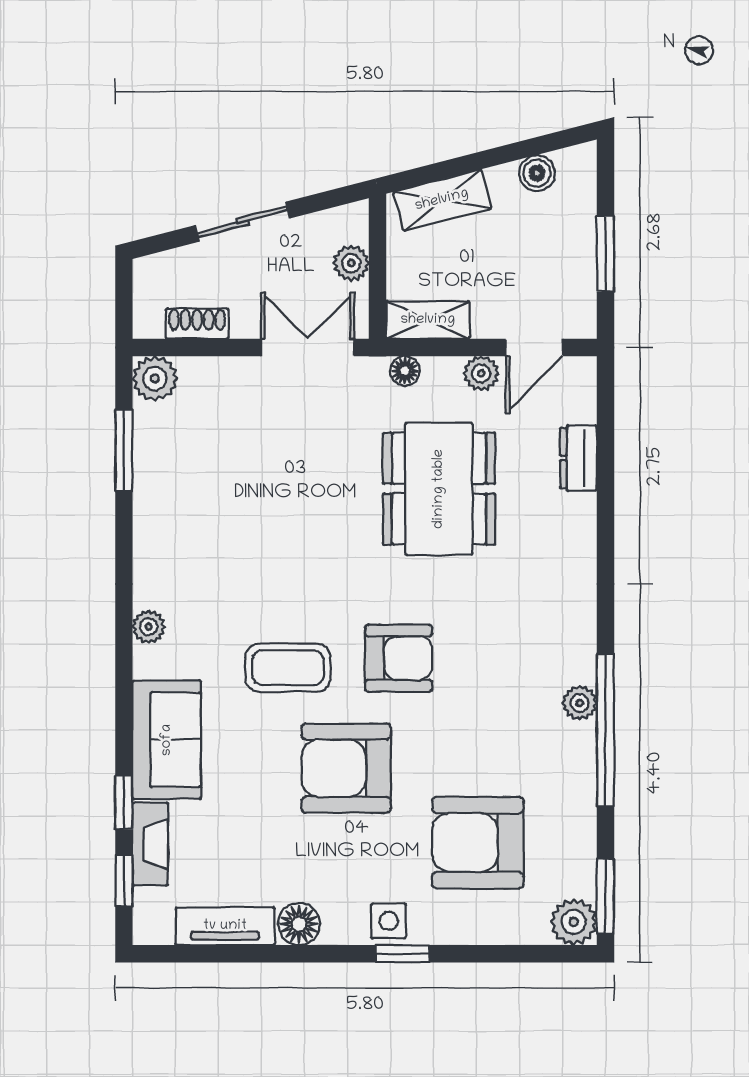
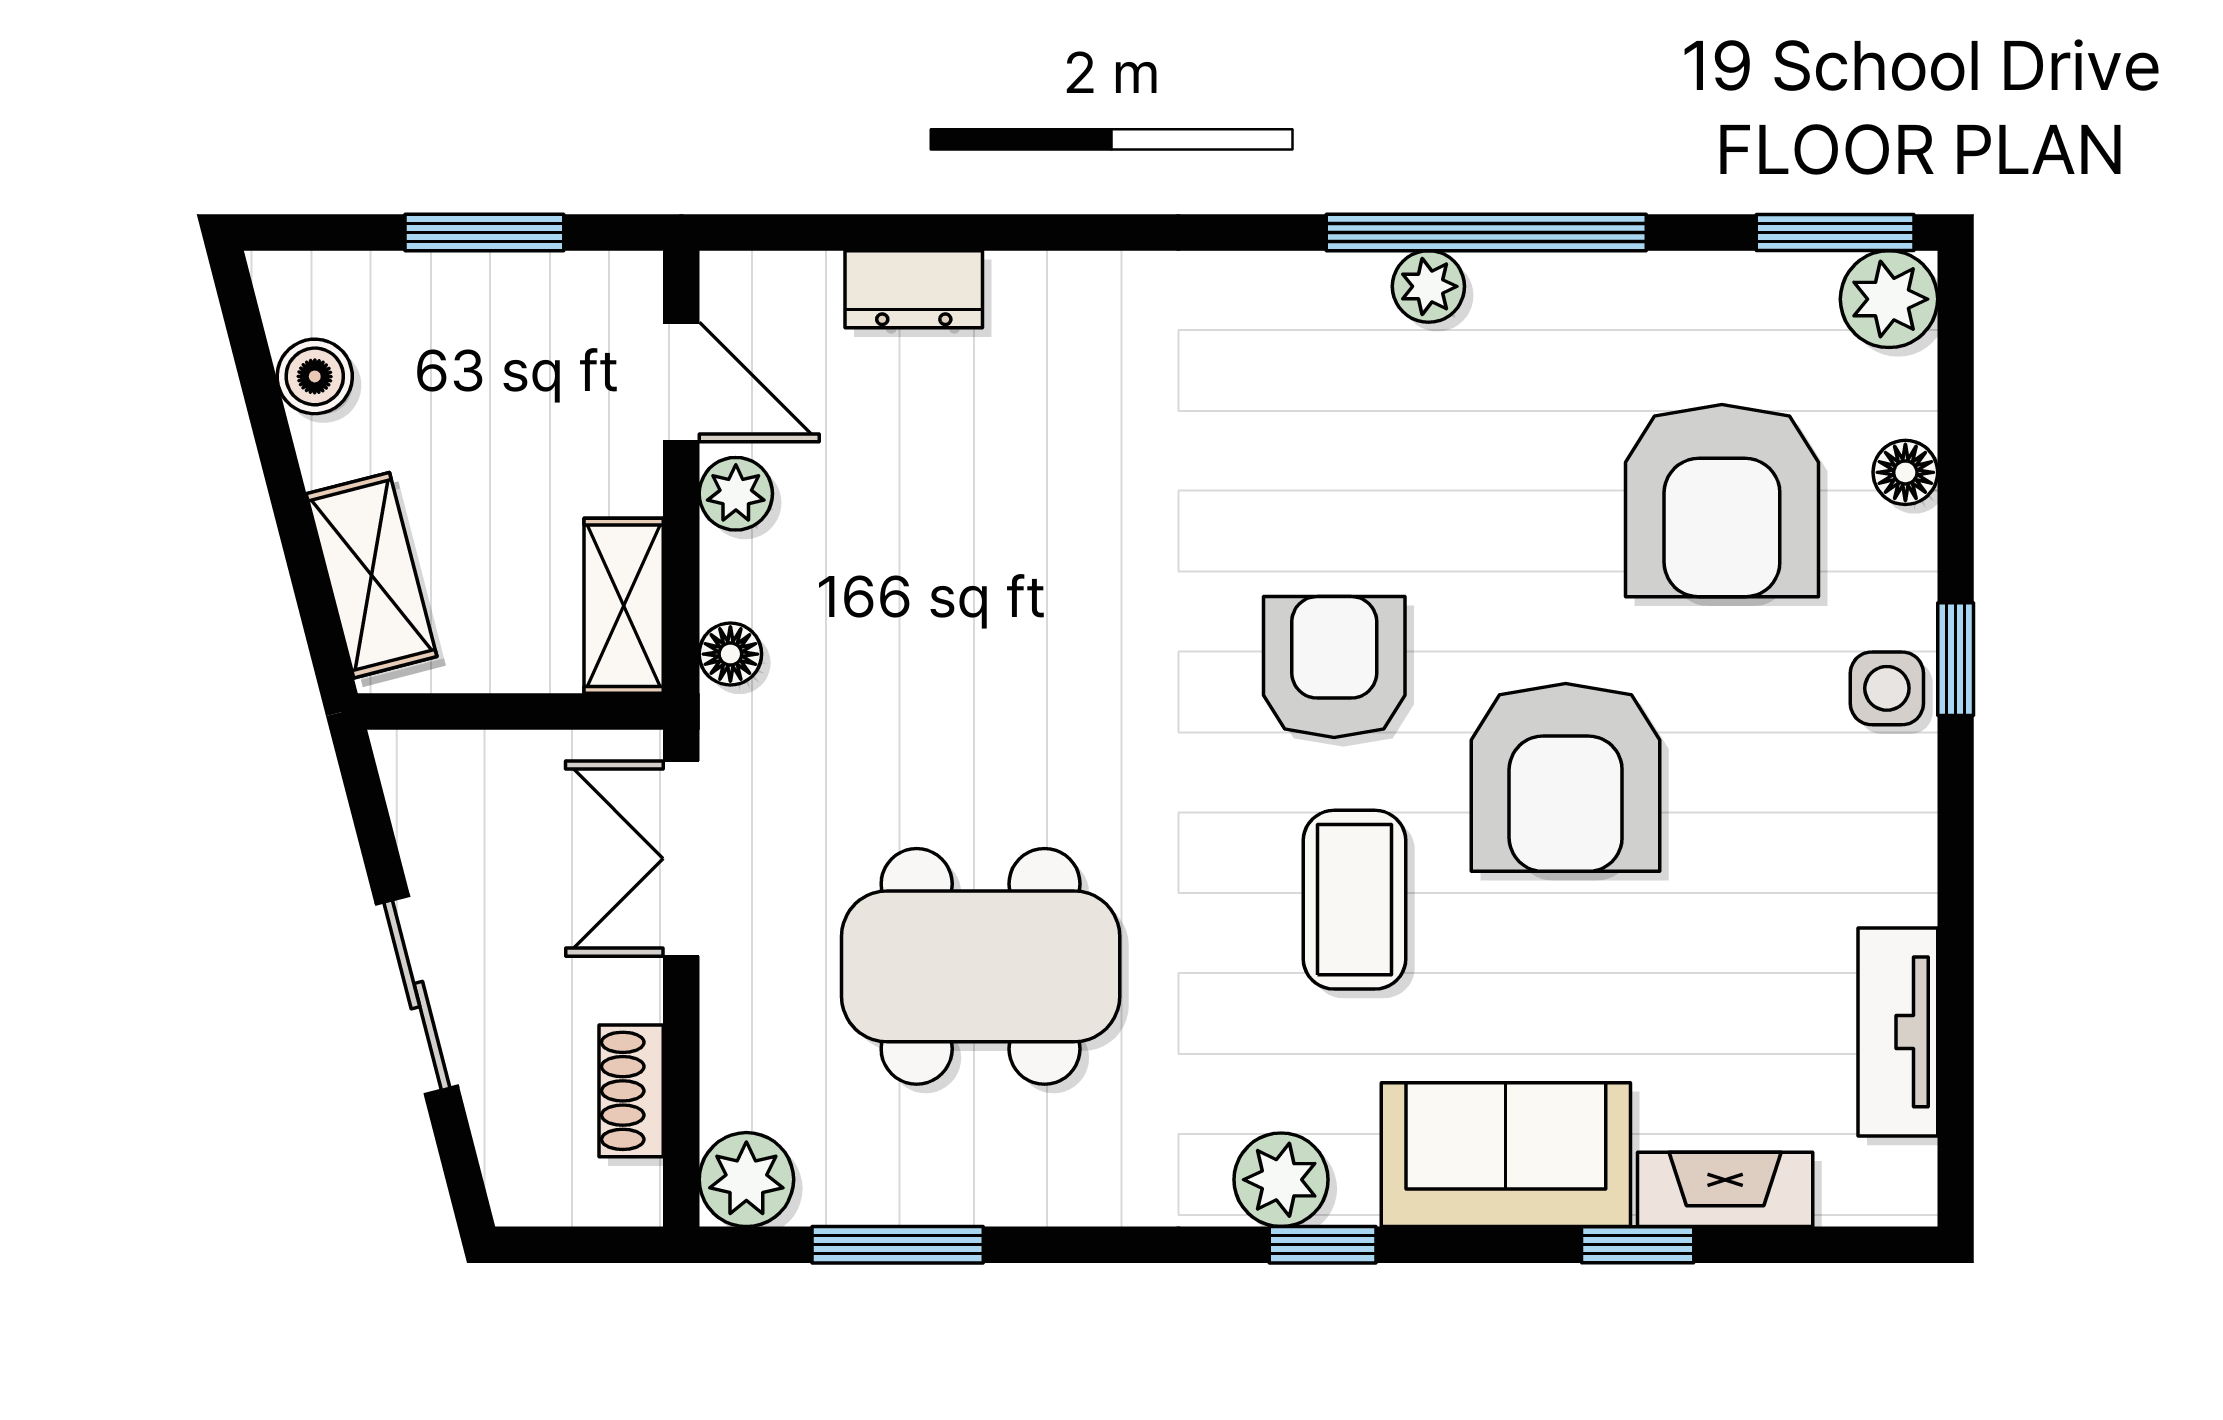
plant: (351, 263) -> (504, 767), removed
dining table: (439, 489) -> (981, 966), moved
plant: (149, 627) -> (1281, 1180), width x1.38, depth x1.38
window: (124, 881) -> (1323, 1245), moved
floor lamp: (299, 924) -> (1905, 472), moved, width x0.73, depth x0.73

